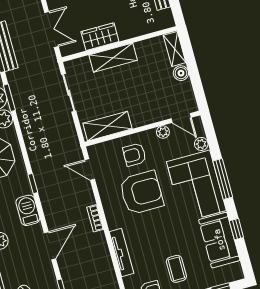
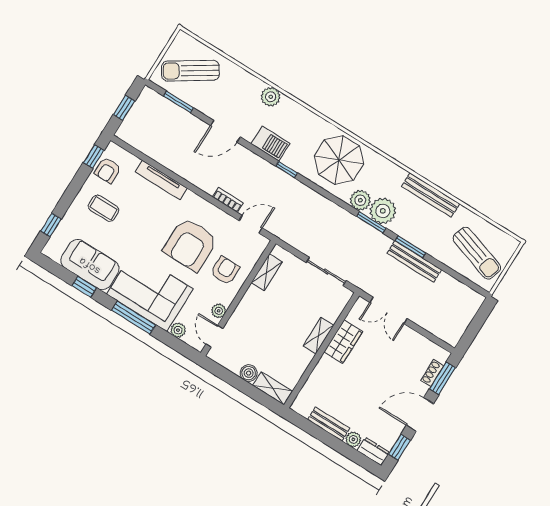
shelving: (113, 58) -> (318, 336), width x0.67, depth x0.75
door: (181, 118) -> (214, 336), hinge flipped
shelving: (108, 126) -> (267, 272), width x0.67, depth x0.75
bookcase: (95, 218) -> (228, 200), moved
door: (50, 246) -> (225, 131), hinge flipped

